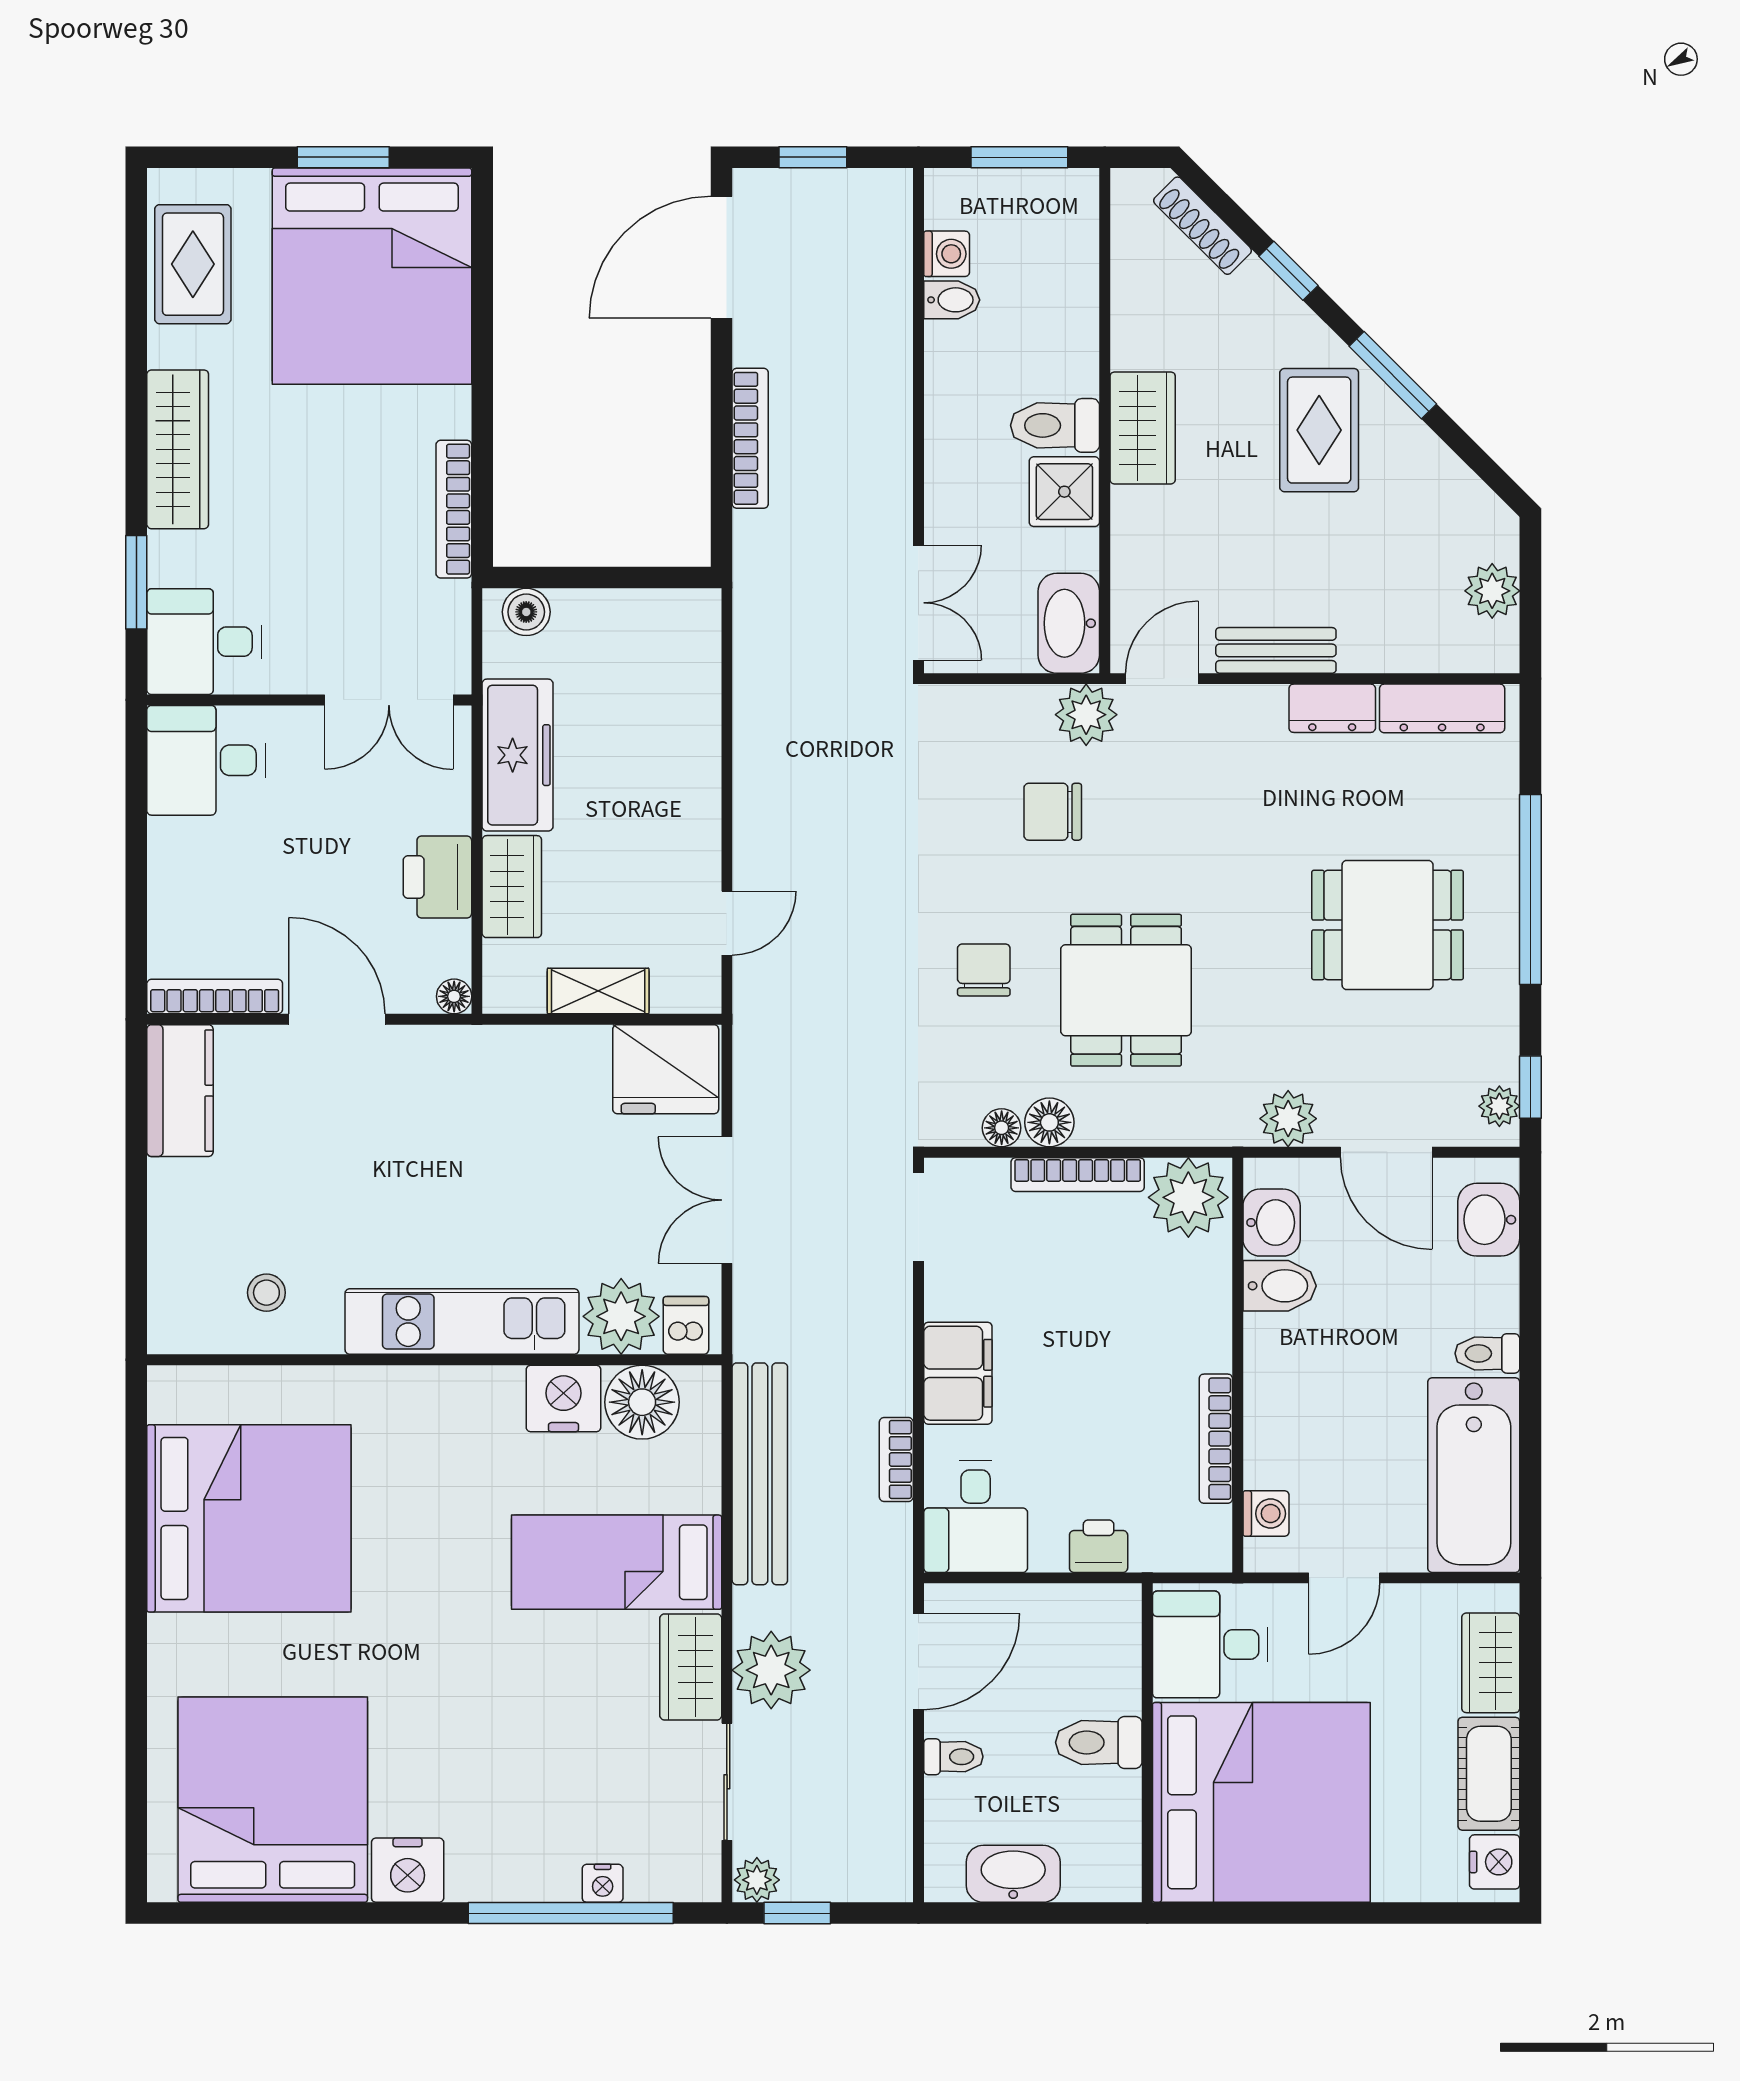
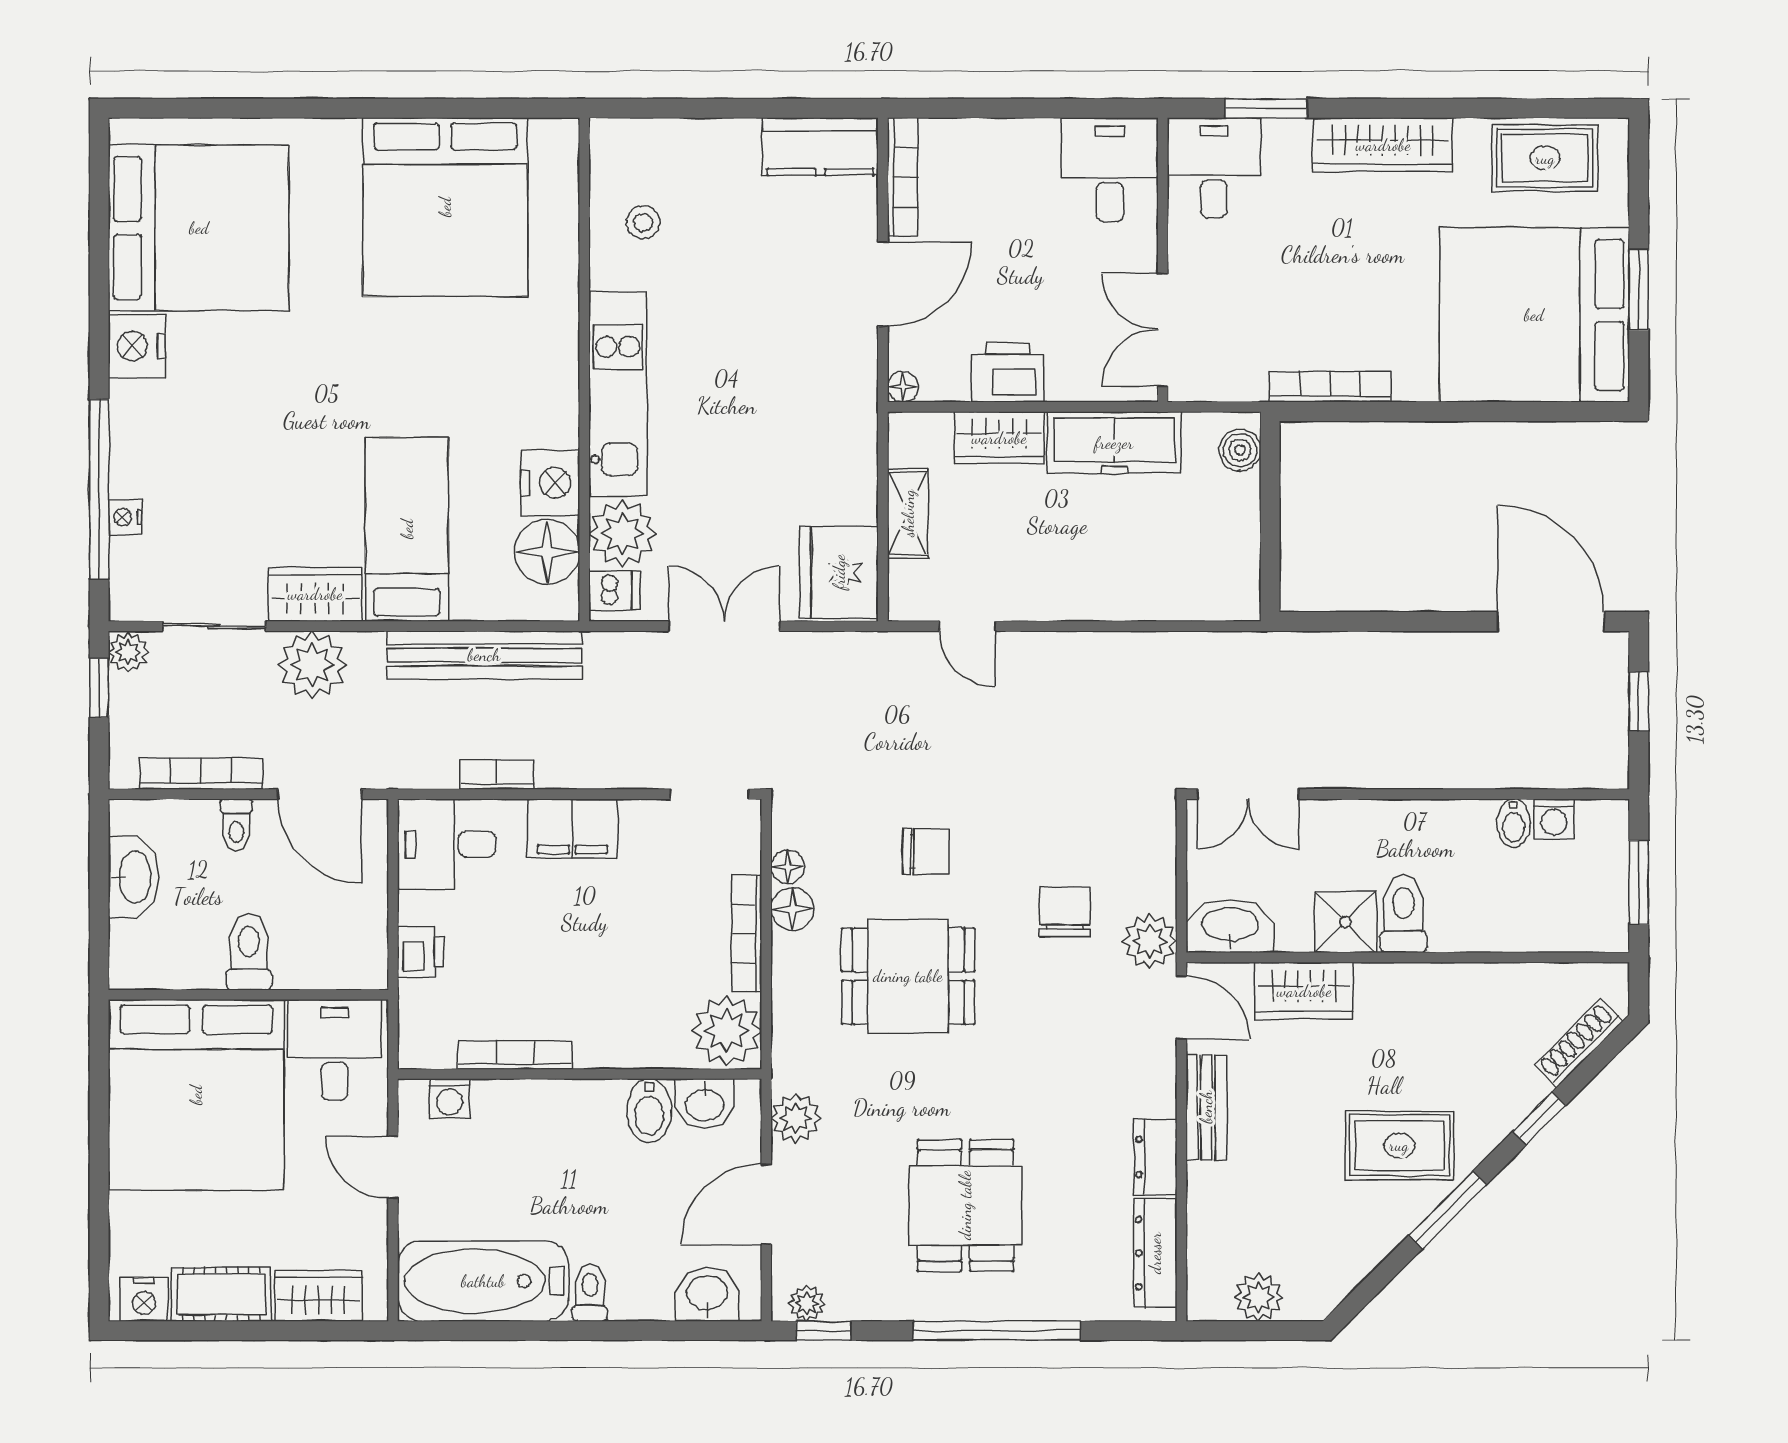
wardrobe: (1143, 428) -> (1304, 991), moved
bookcase: (750, 438) -> (201, 774), moved, turned 180

